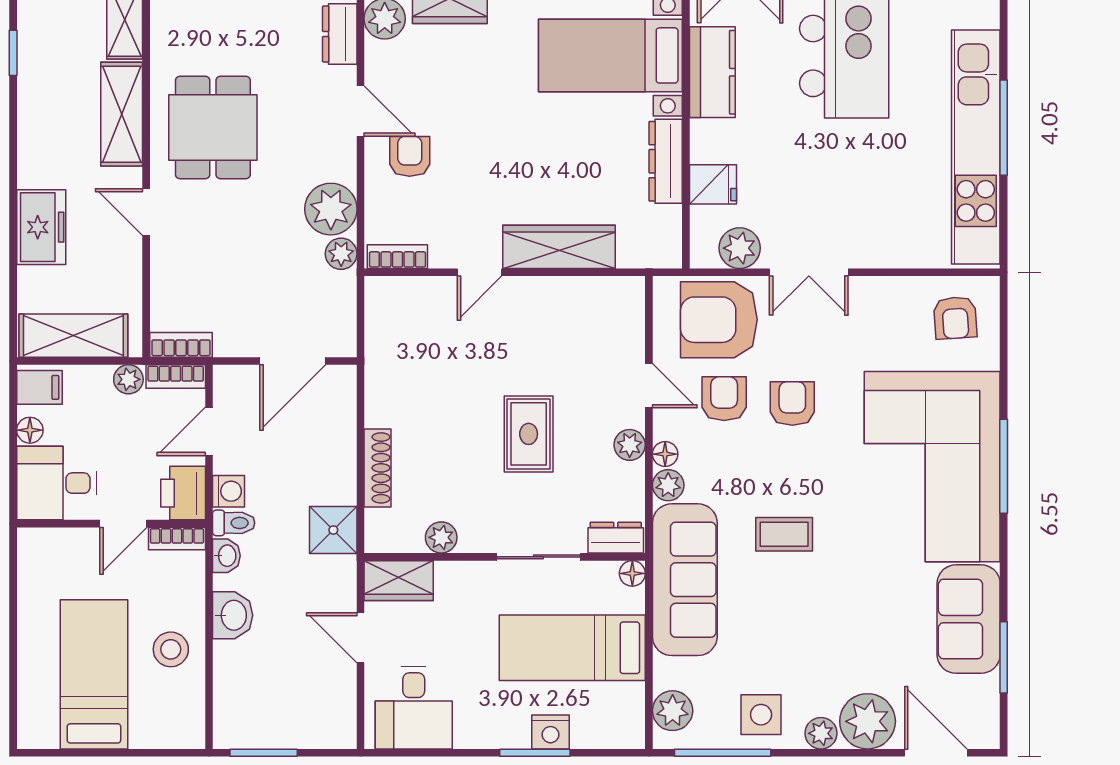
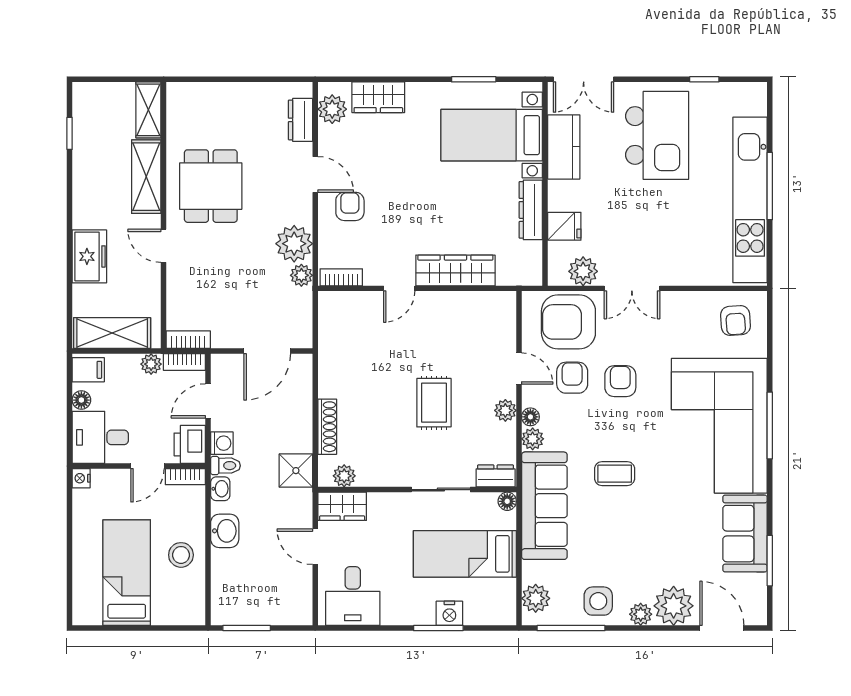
plant: (441, 537) -> (344, 476), moved
nightstand: (30, 541) -> (81, 478), added

